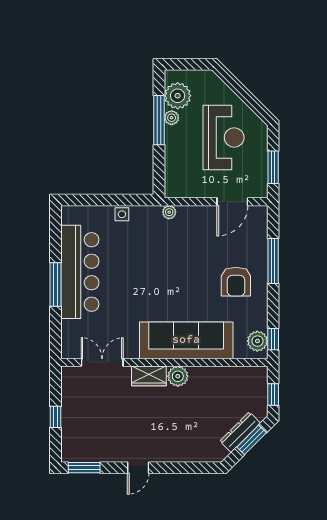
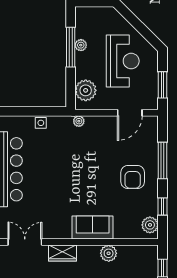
plant: (178, 96) -> (86, 90), moved
window: (273, 339) -> (163, 207), moved
sofa: (186, 340) -> (93, 227), width x0.54, depth x0.79
plant: (178, 376) -> (109, 253), moved

